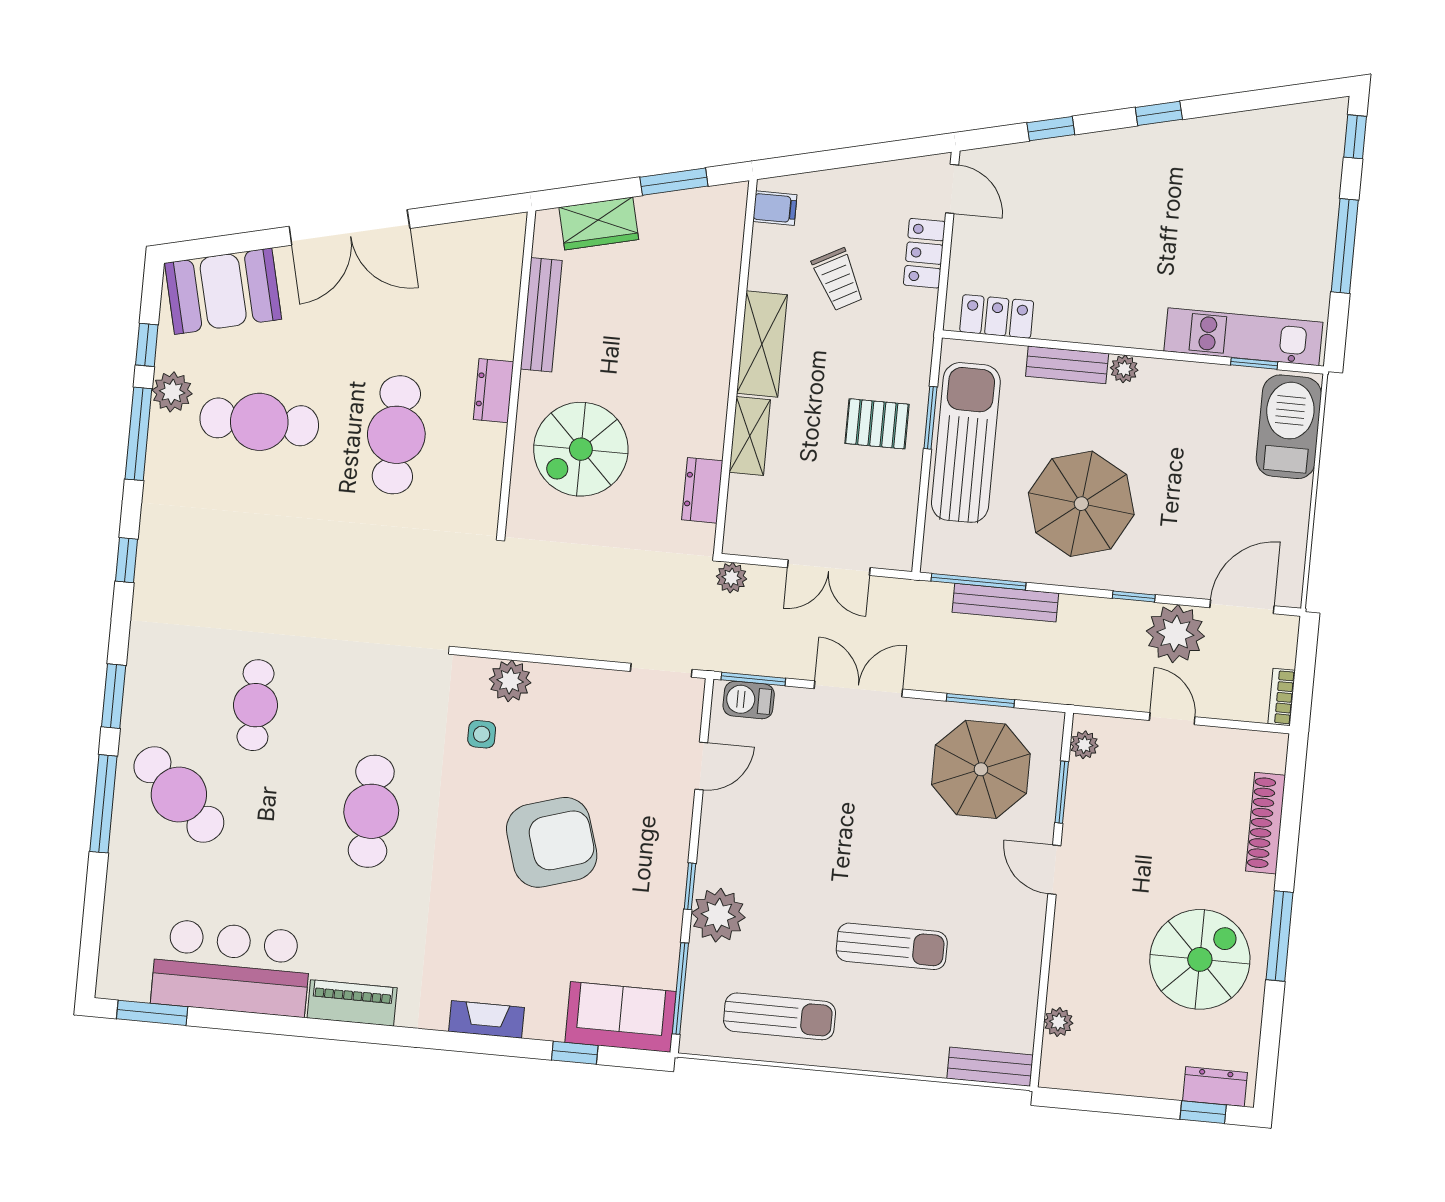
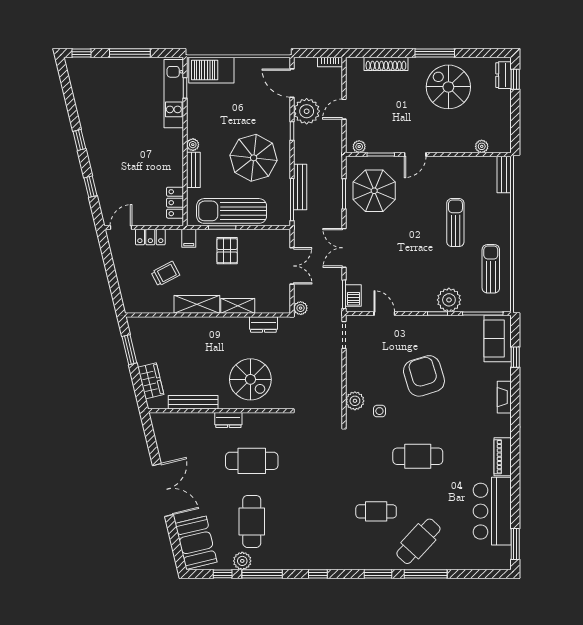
filing cabinet: (775, 208) -> (189, 238), moved, turned 180

